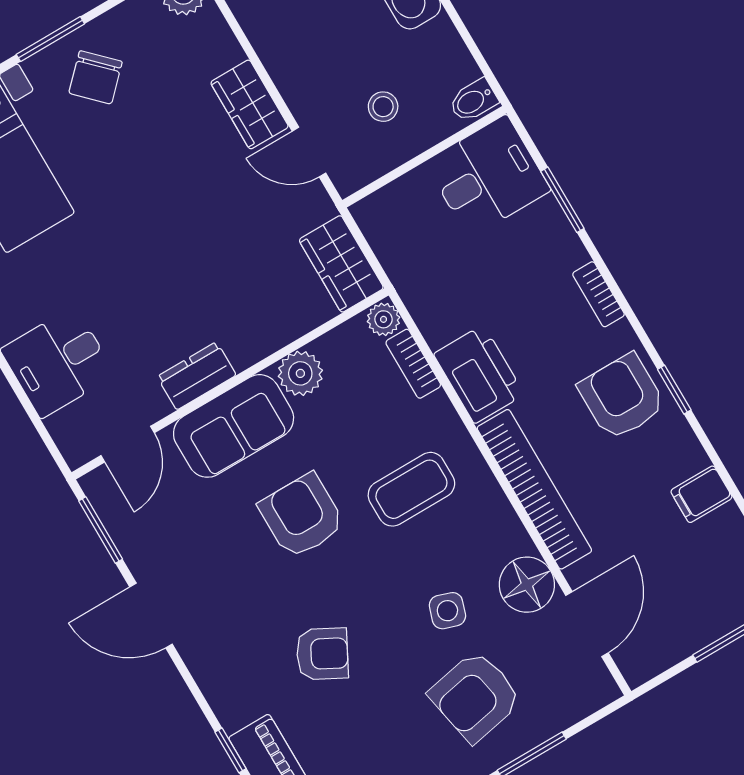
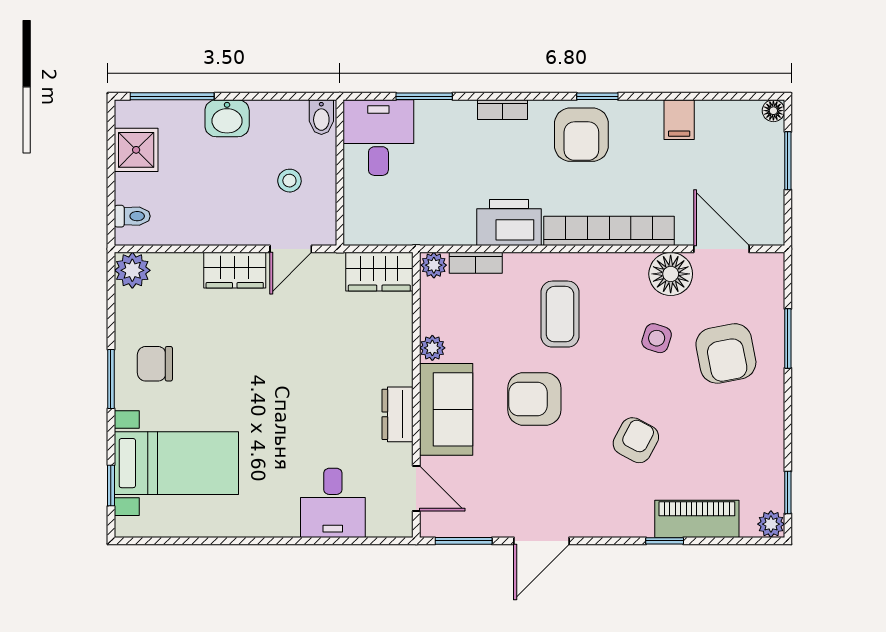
chair: (95, 77) -> (155, 364), turned 135
plant: (300, 373) -> (432, 348), width x0.73, depth x0.73
armchair: (622, 397) -> (581, 135), turned -90

